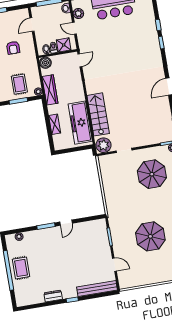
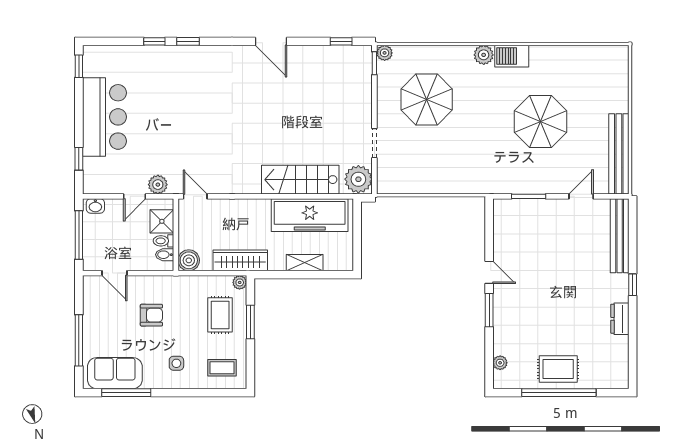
plant: (78, 13) -> (158, 185), moved
rug: (19, 84) -> (220, 315), turned 90
bench: (140, 281) -> (619, 154), added

